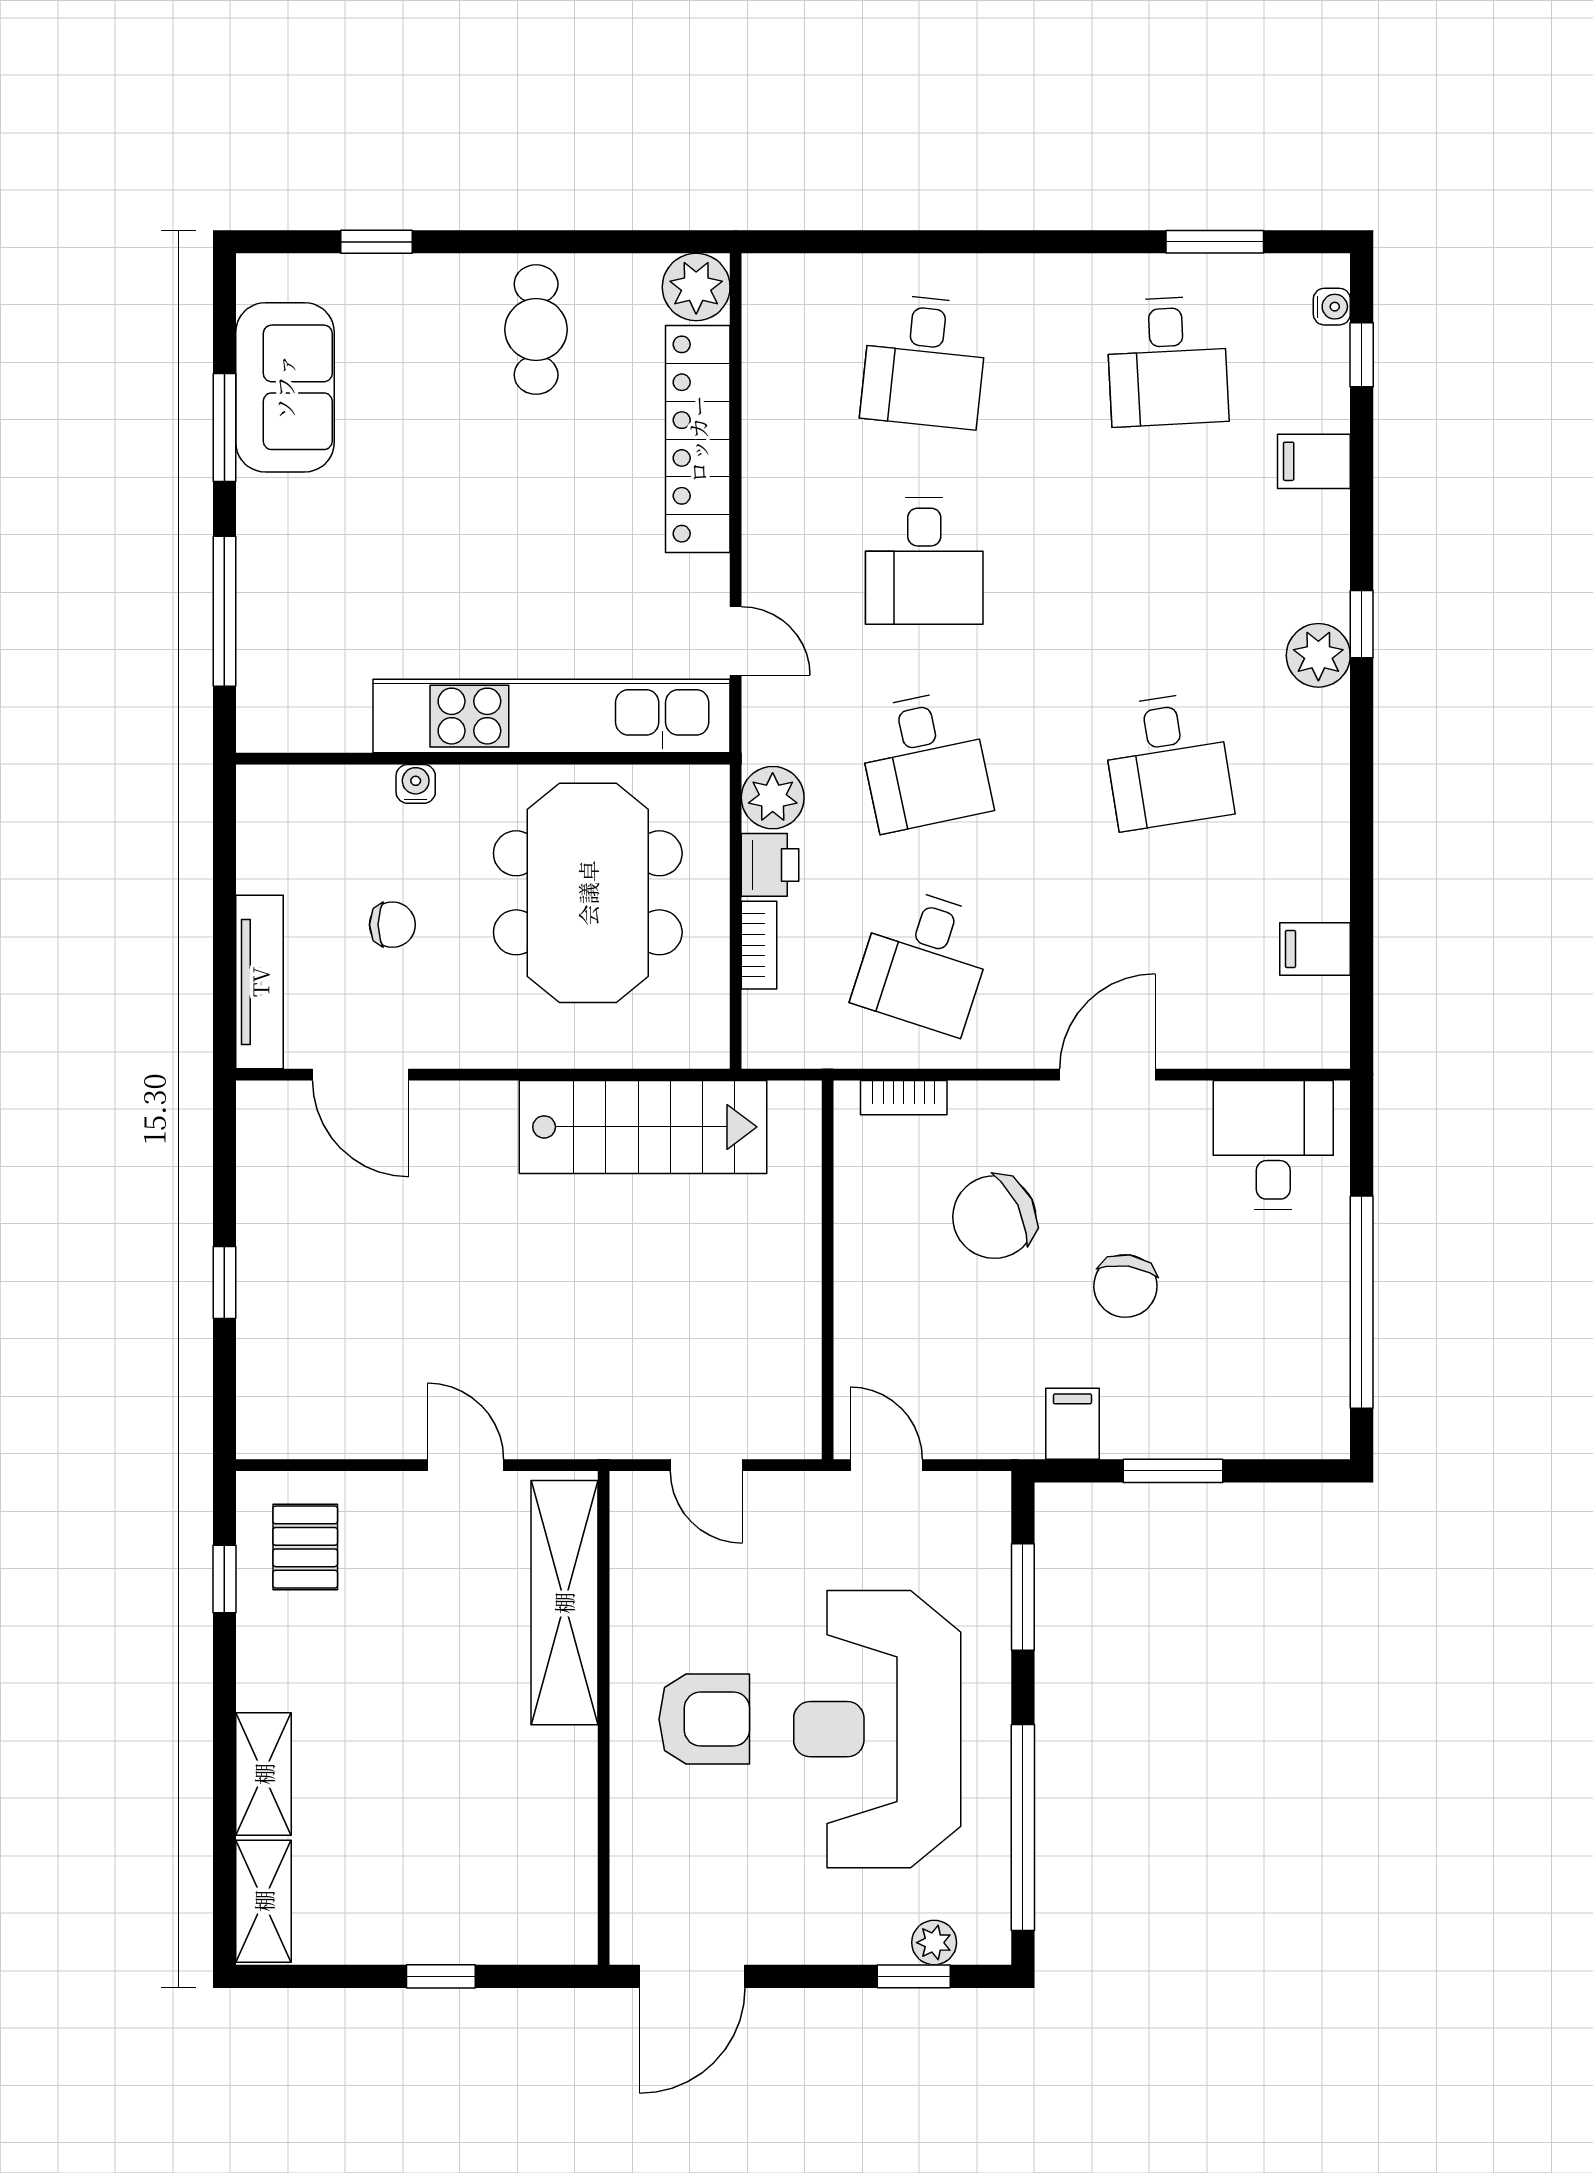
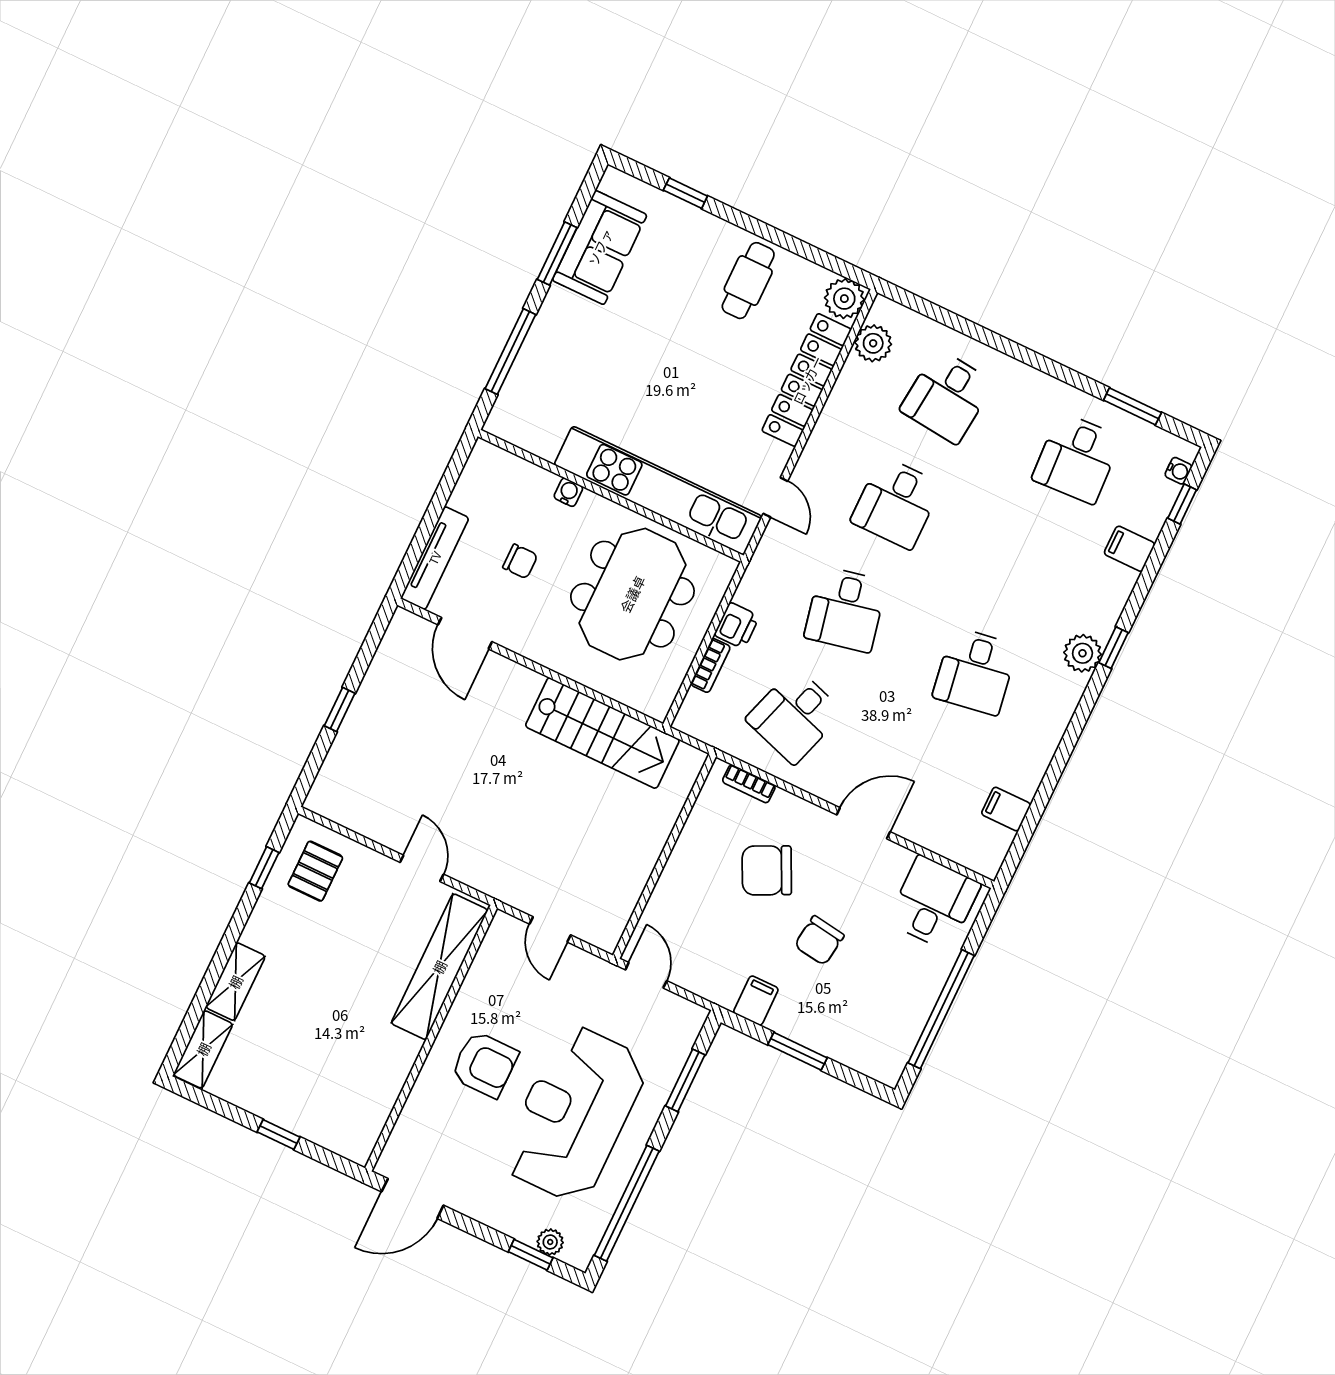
plant: (773, 798) -> (873, 343), moved

